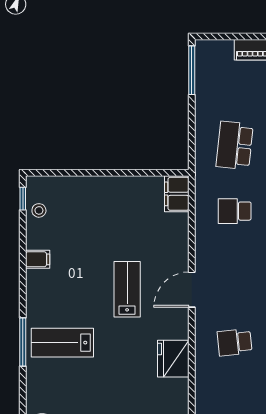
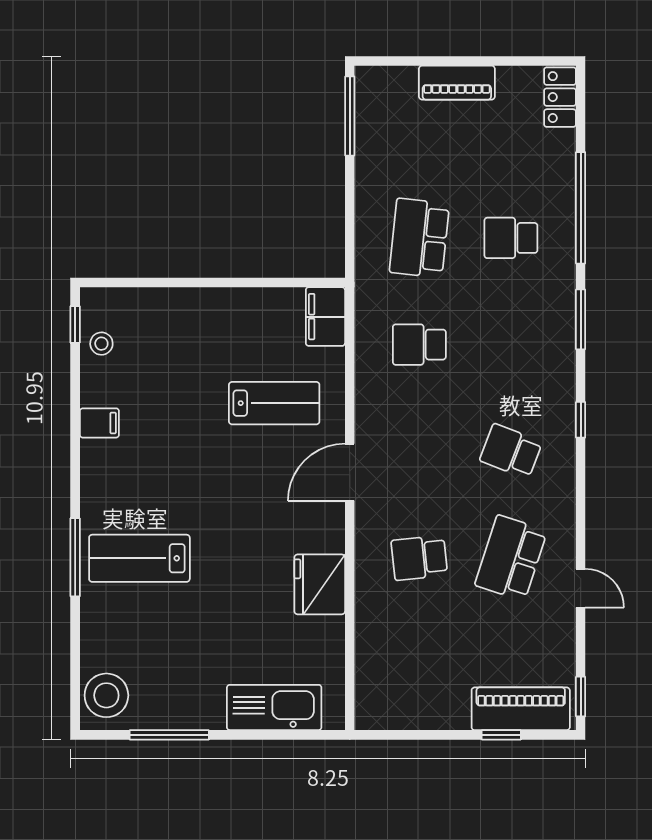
lab bench: (127, 289) -> (274, 403), moved, turned 90

